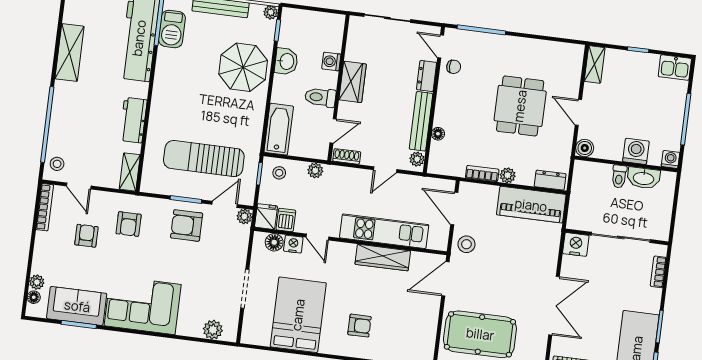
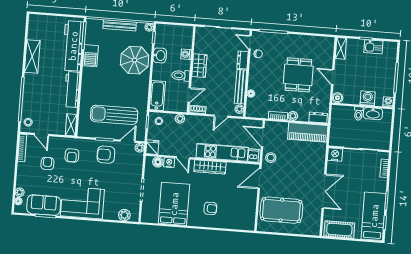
barbecue: (172, 29) -> (90, 56), moved
kitchen sink: (675, 68) -> (373, 47), moved
workbench: (133, 120) -> (72, 89), width x1.37
dishwasher: (286, 220) -> (253, 155), moved
wardrobe: (383, 258) -> (210, 167), moved

